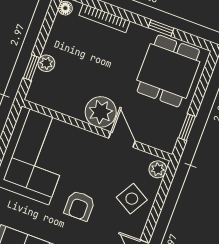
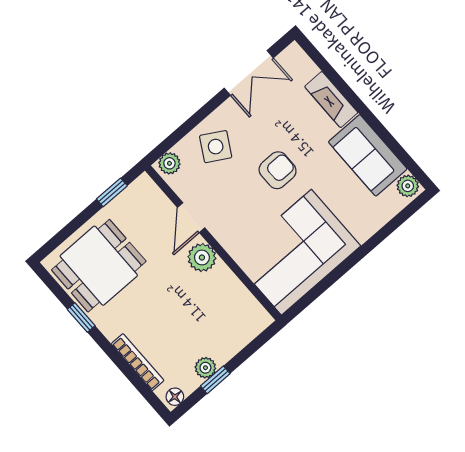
plant: (46, 63) -> (205, 368), moved
window: (31, 68) -> (215, 380), moved
plant: (101, 112) -> (202, 257), width x0.73, depth x0.73

